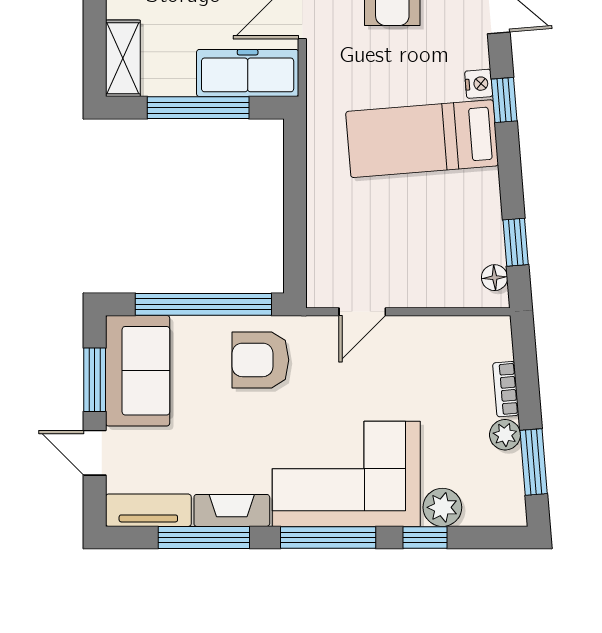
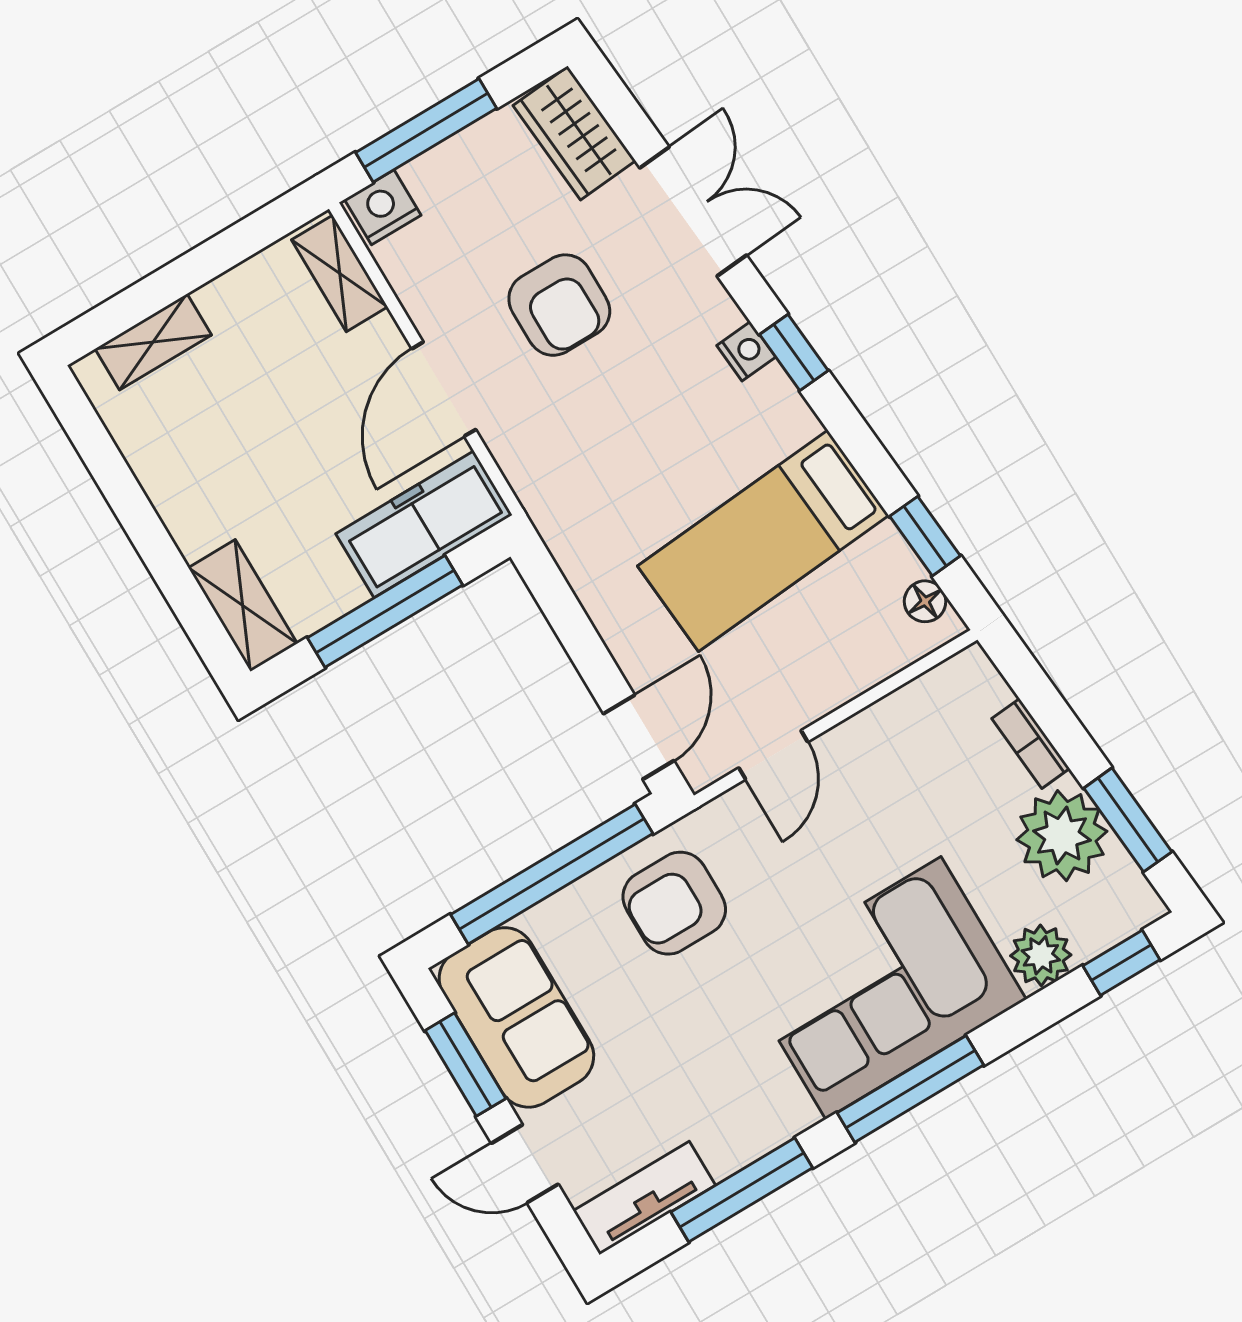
bed: (422, 139) -> (763, 541), moved
door: (295, 258) -> (639, 737), added
plant: (505, 435) -> (1062, 836), width x1.88, depth x1.88
fireplace: (232, 510) -> (758, 1131), removed
window: (425, 538) -> (1121, 963), moved

